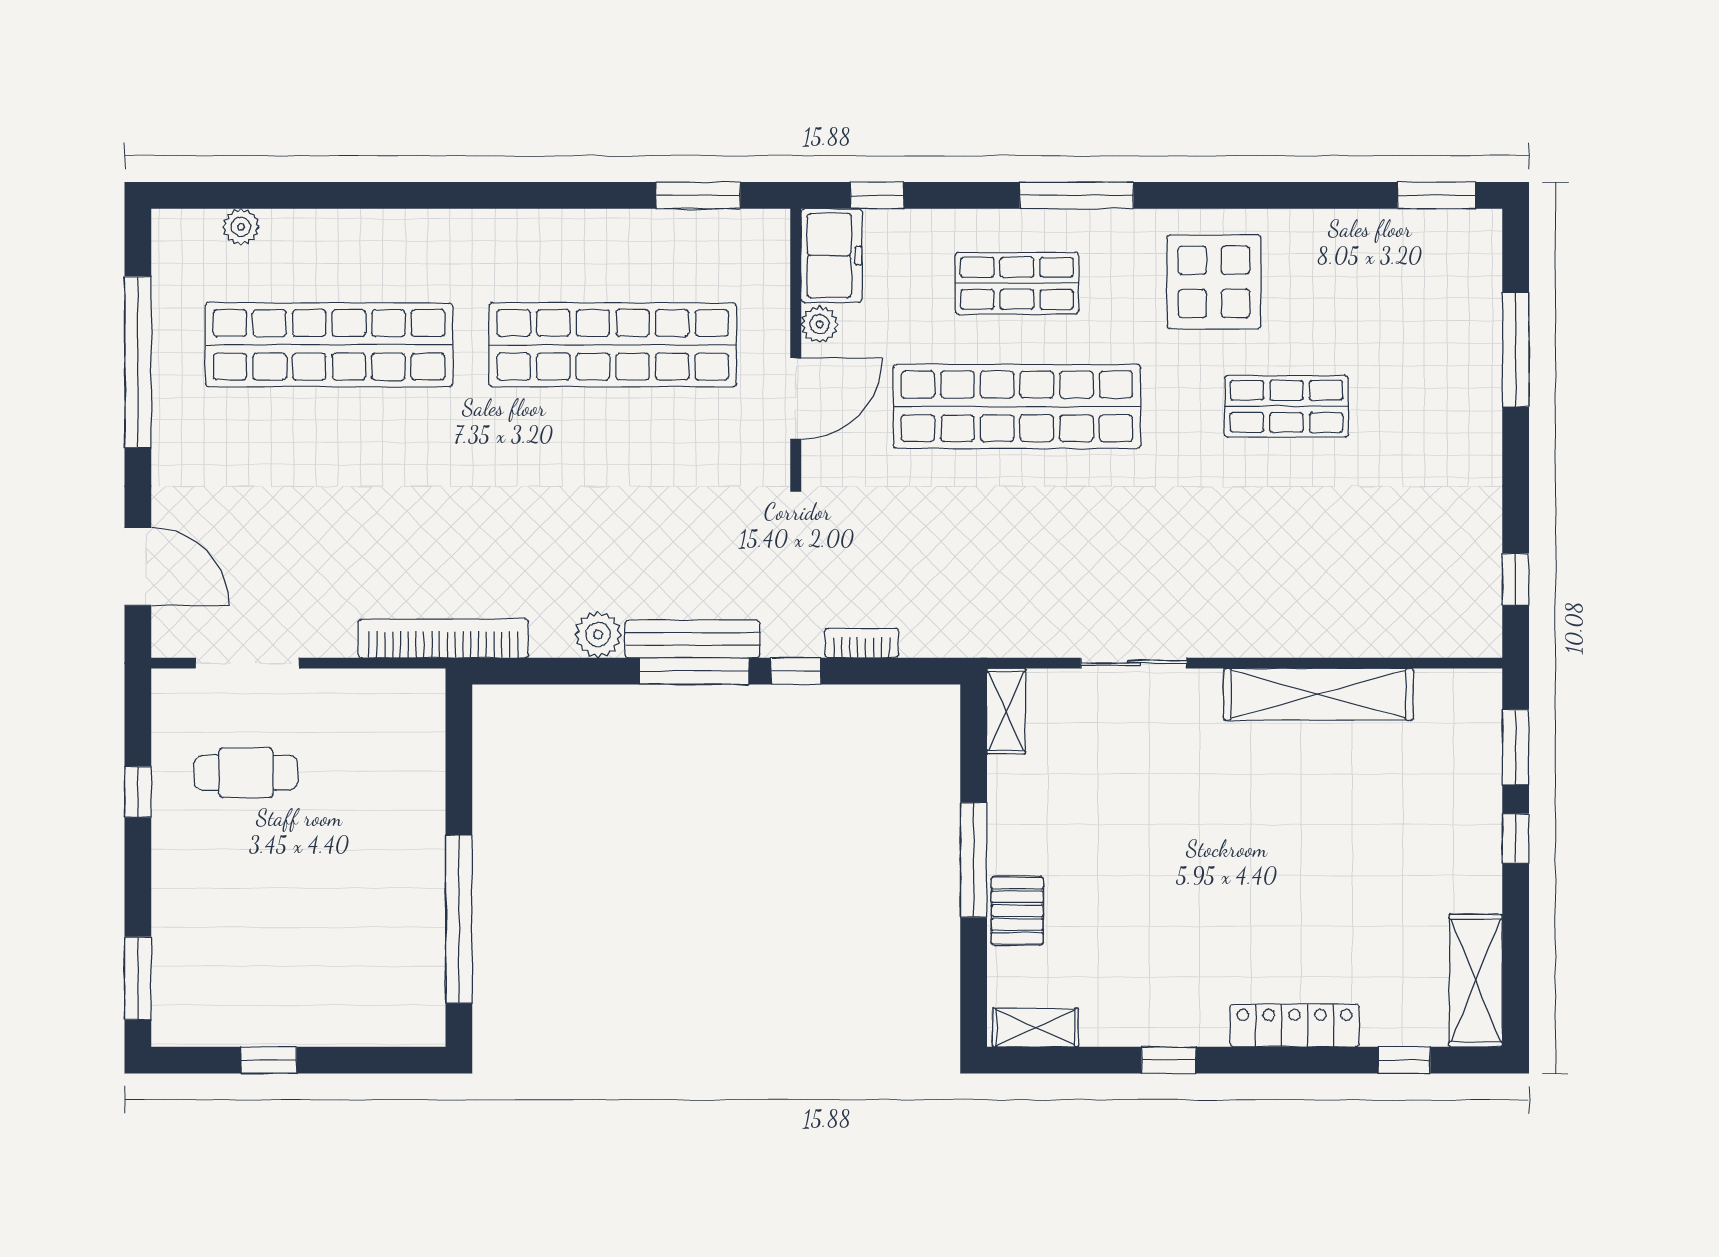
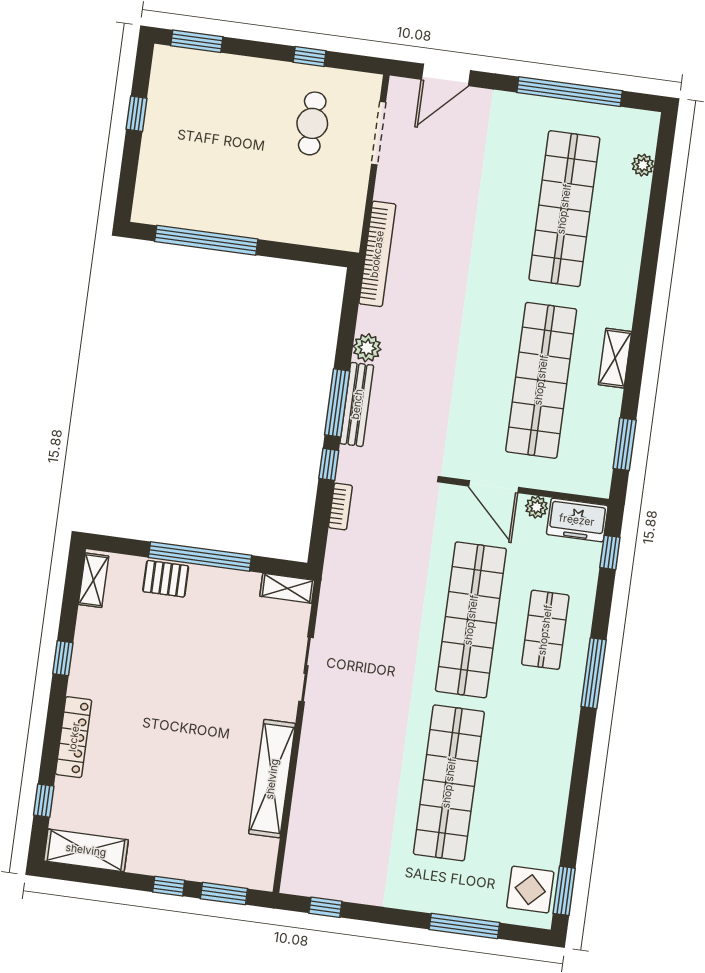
shelving: (560, 230) -> (615, 358), added
display table: (1214, 282) -> (530, 890), moved, width x0.73, depth x0.73
shop shelf: (1286, 406) -> (449, 783), width x2.00, depth x1.36
window: (974, 860) -> (200, 556), width x1.46

